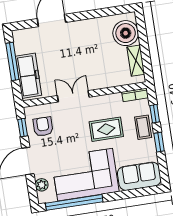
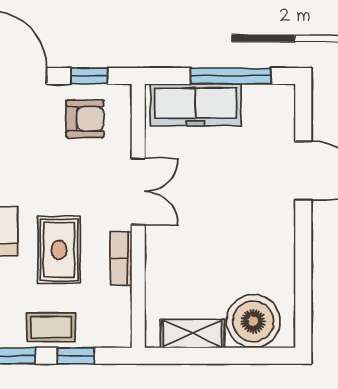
bookcase: (135, 95) -> (121, 258), moved

